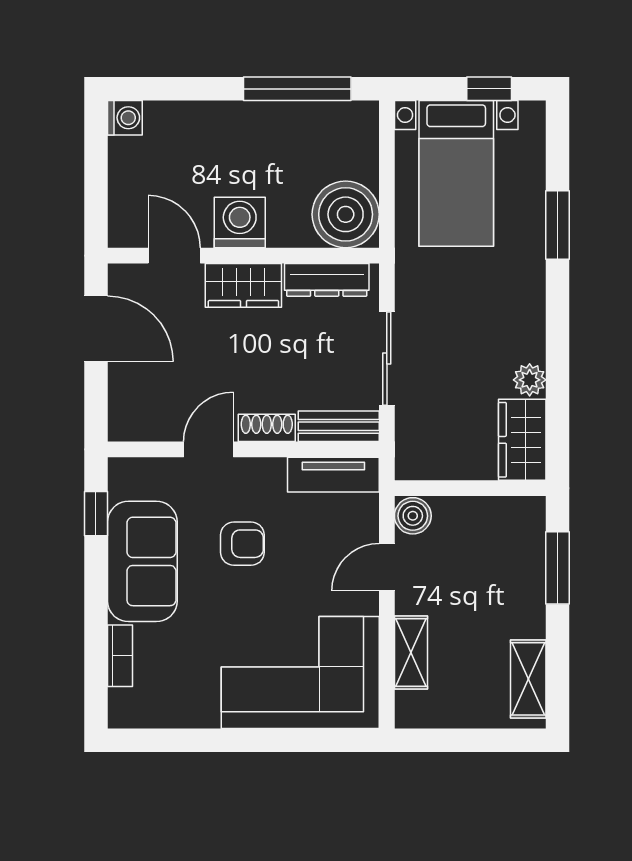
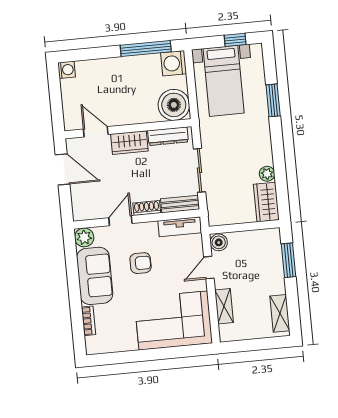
washing machine: (240, 222) -> (174, 63), moved, turned -90
plant: (128, 478) -> (84, 237), added
window: (96, 514) -> (71, 256), removed

